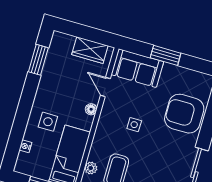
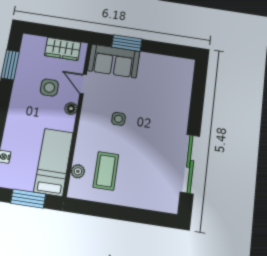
window: (166, 55) -> (127, 43), moved
armchair: (184, 114) -> (169, 101), removed
side table: (48, 122) -> (49, 88), moved

